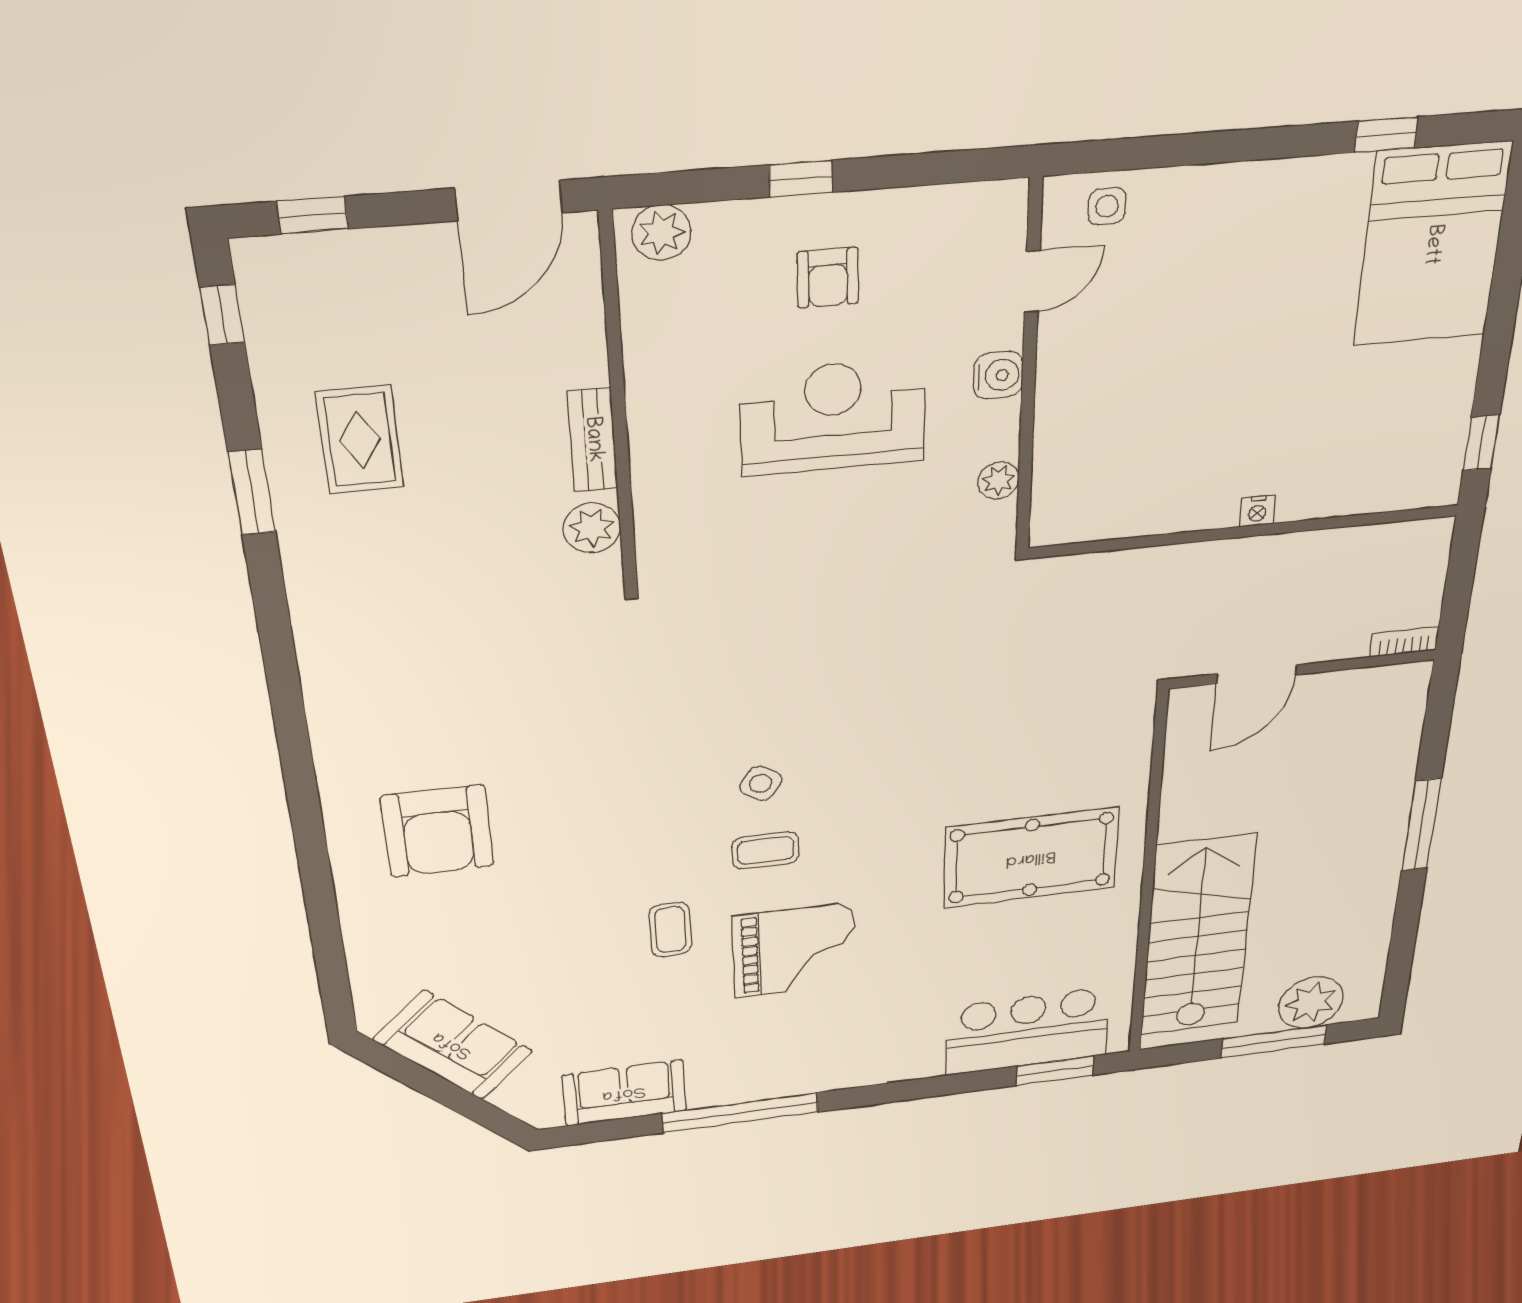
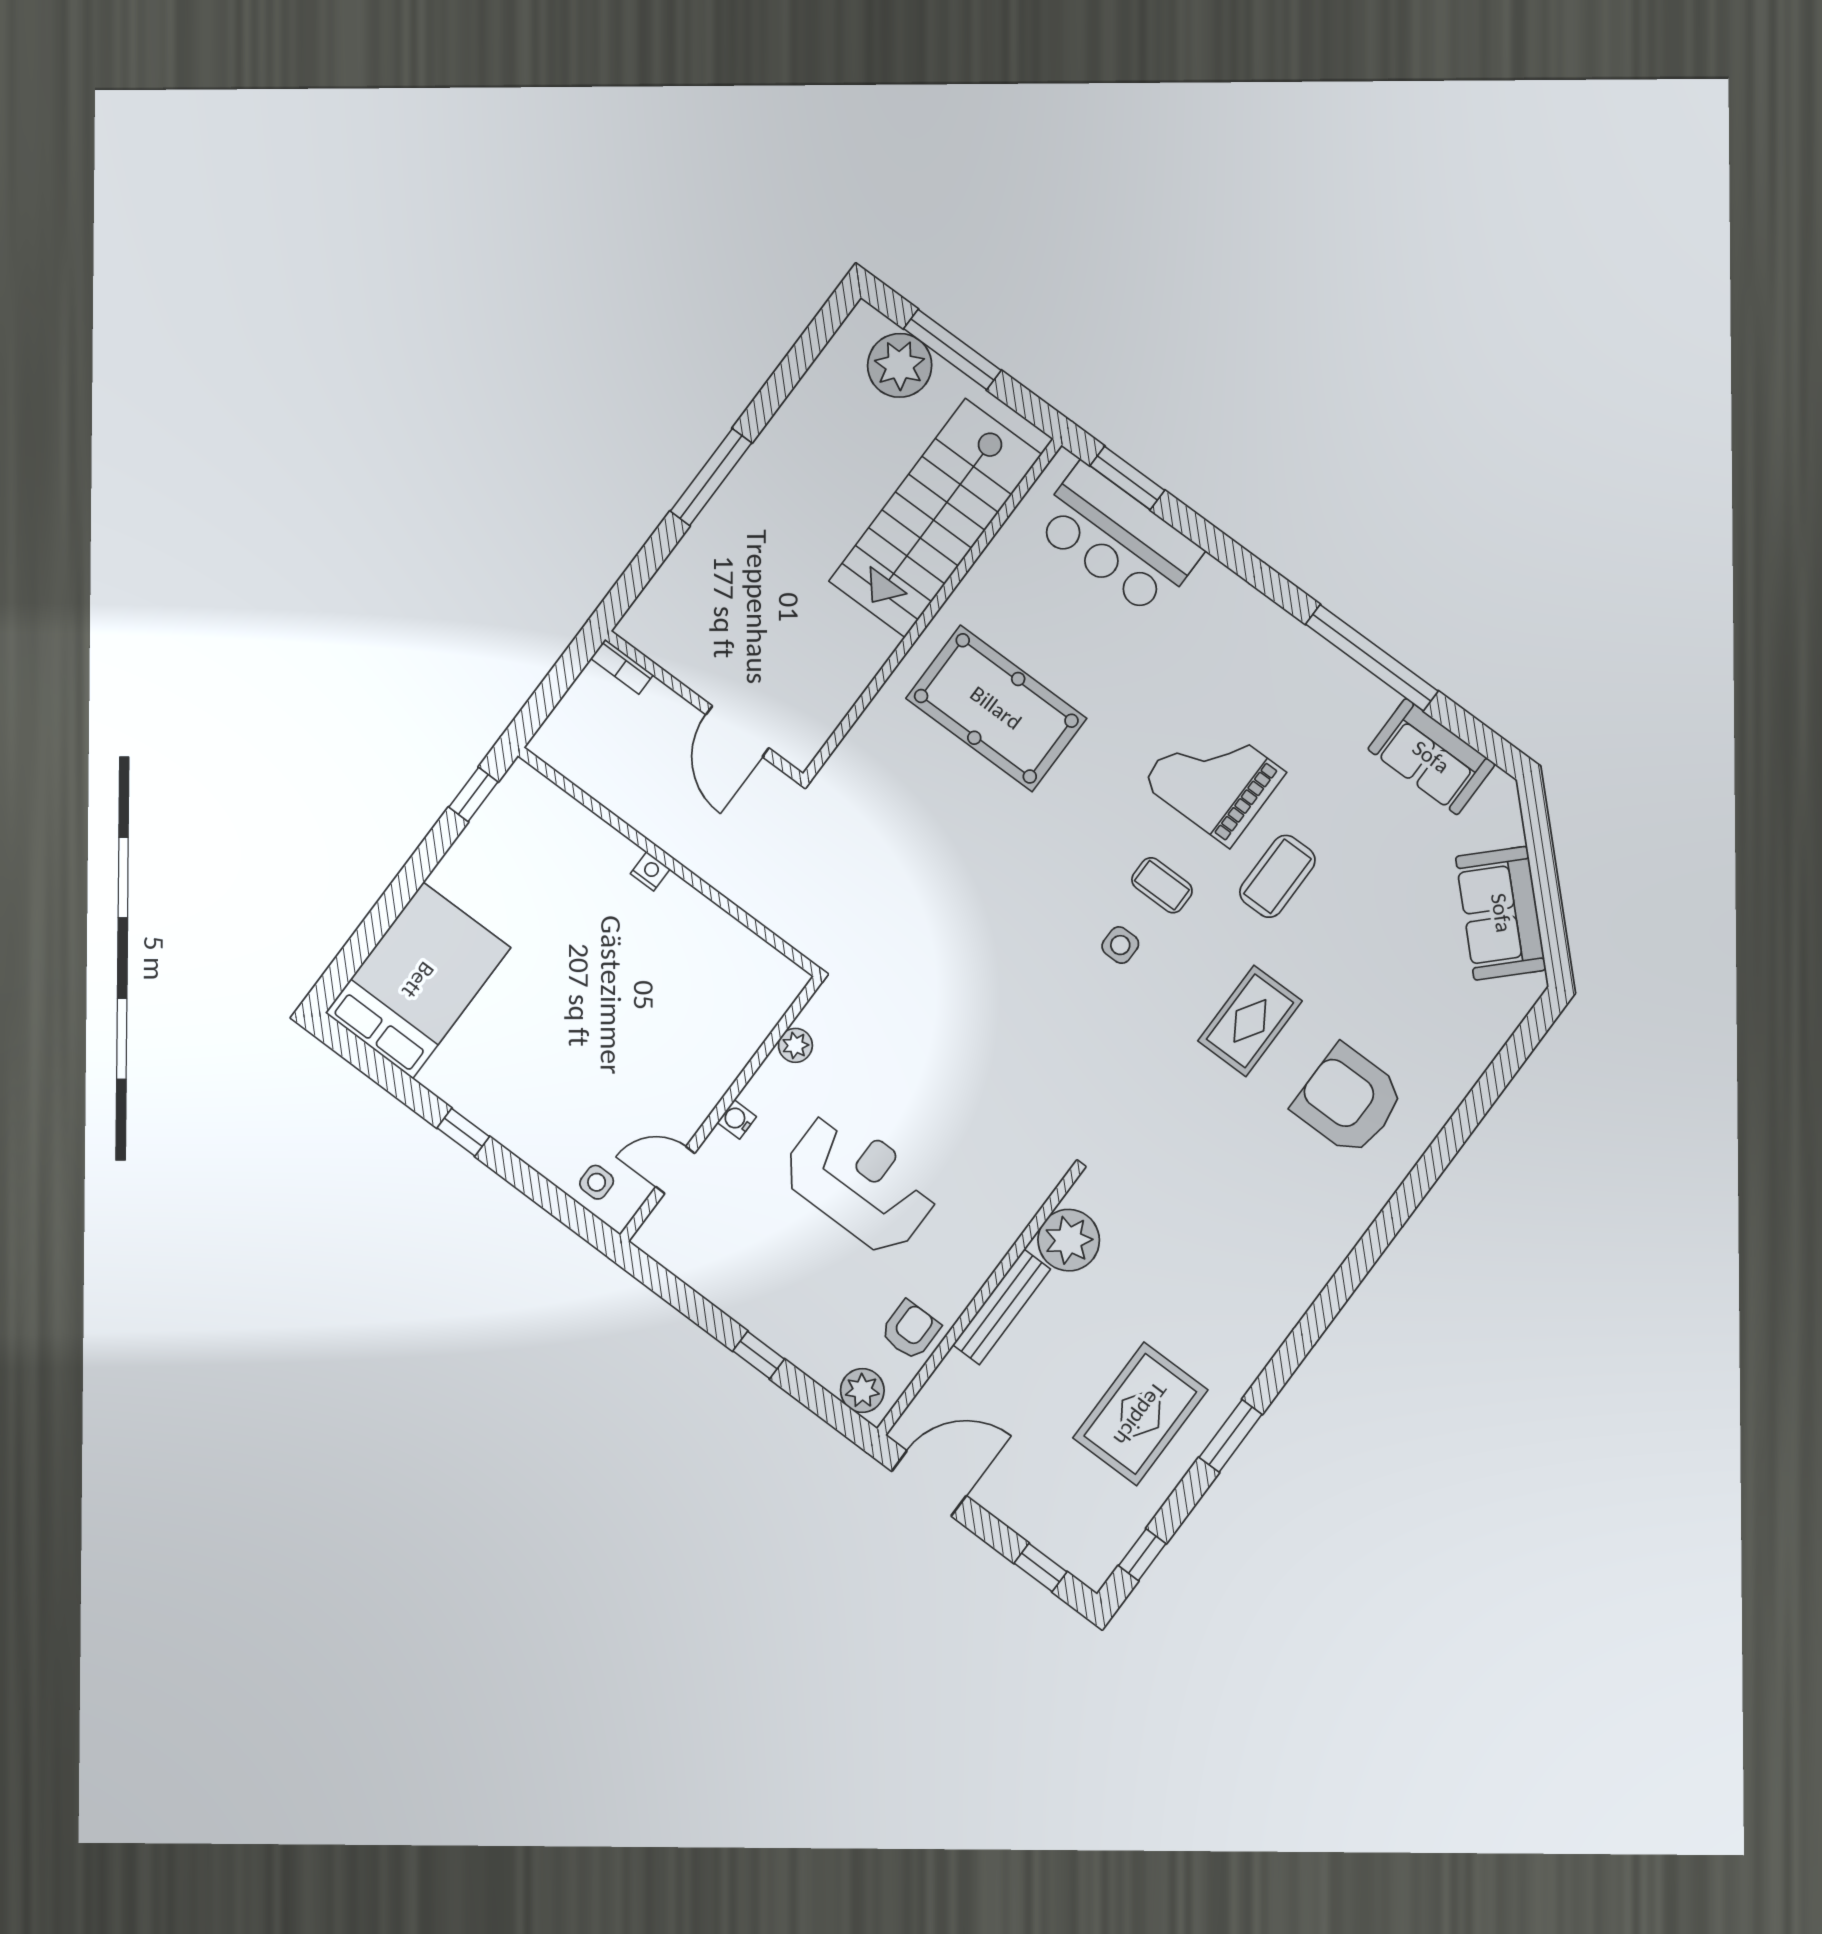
window: (1386, 135) -> (463, 1132), moved
armchair: (828, 278) -> (910, 1330), moved
water cooler: (998, 375) -> (737, 1119), width x0.72, depth x0.72
reception desk: (833, 417) -> (860, 1182), turned 180
rug: (360, 440) -> (1140, 1414), width x1.36, depth x1.43
bench: (593, 440) -> (1002, 1307), width x1.36
plant: (592, 528) -> (1069, 1240), width x1.36, depth x1.36
door: (1257, 674) -> (737, 731), swing flipped
side table: (761, 783) -> (1120, 945), turned -34
rug: (588, 819) -> (1250, 1021), added
armchair: (437, 831) -> (1349, 1100), turned -90
coffee table: (670, 930) -> (1277, 876), width x1.36, depth x1.30

